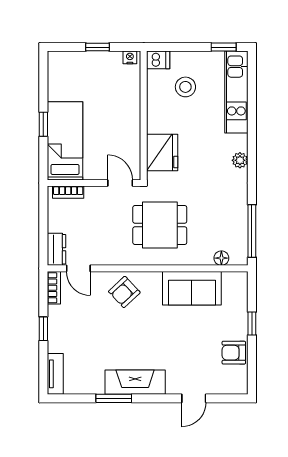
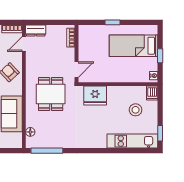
bed: (65, 141) -> (134, 46), moved, turned 180
plant: (240, 160) -> (90, 143), removed

